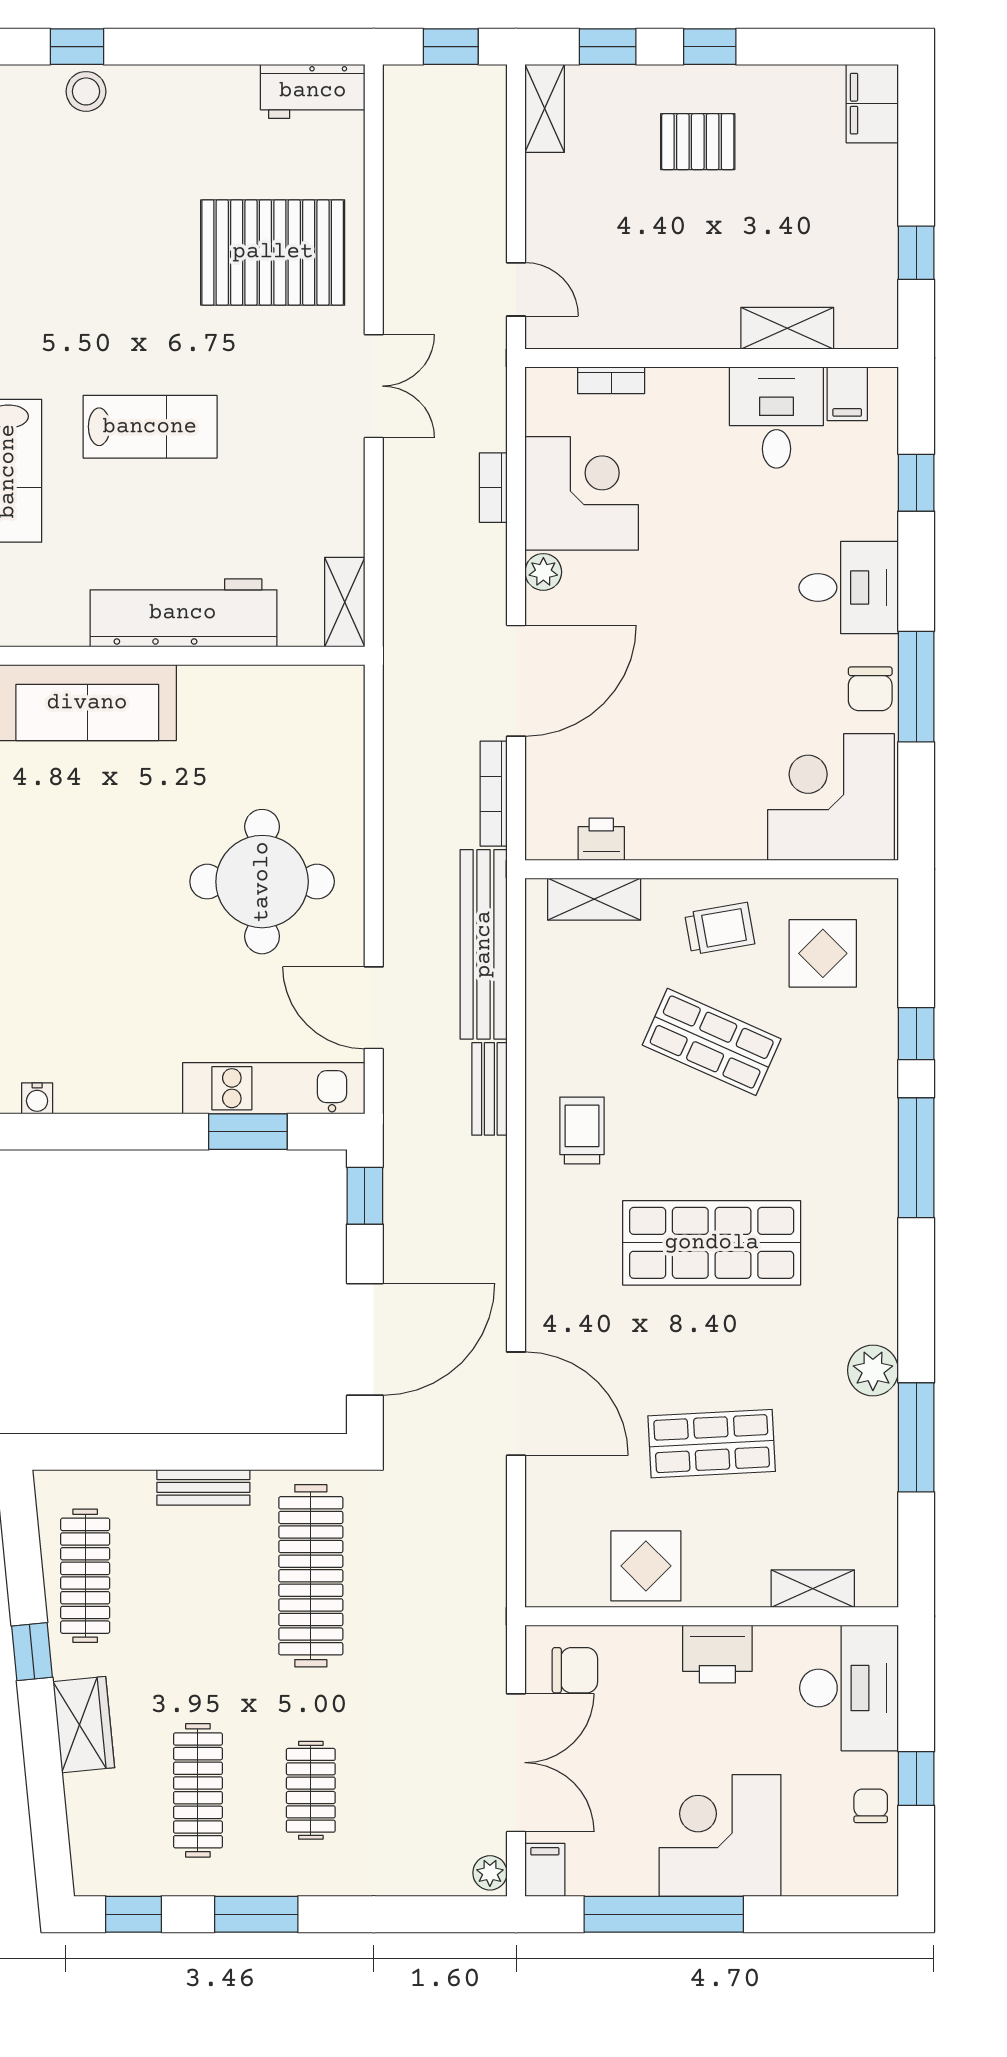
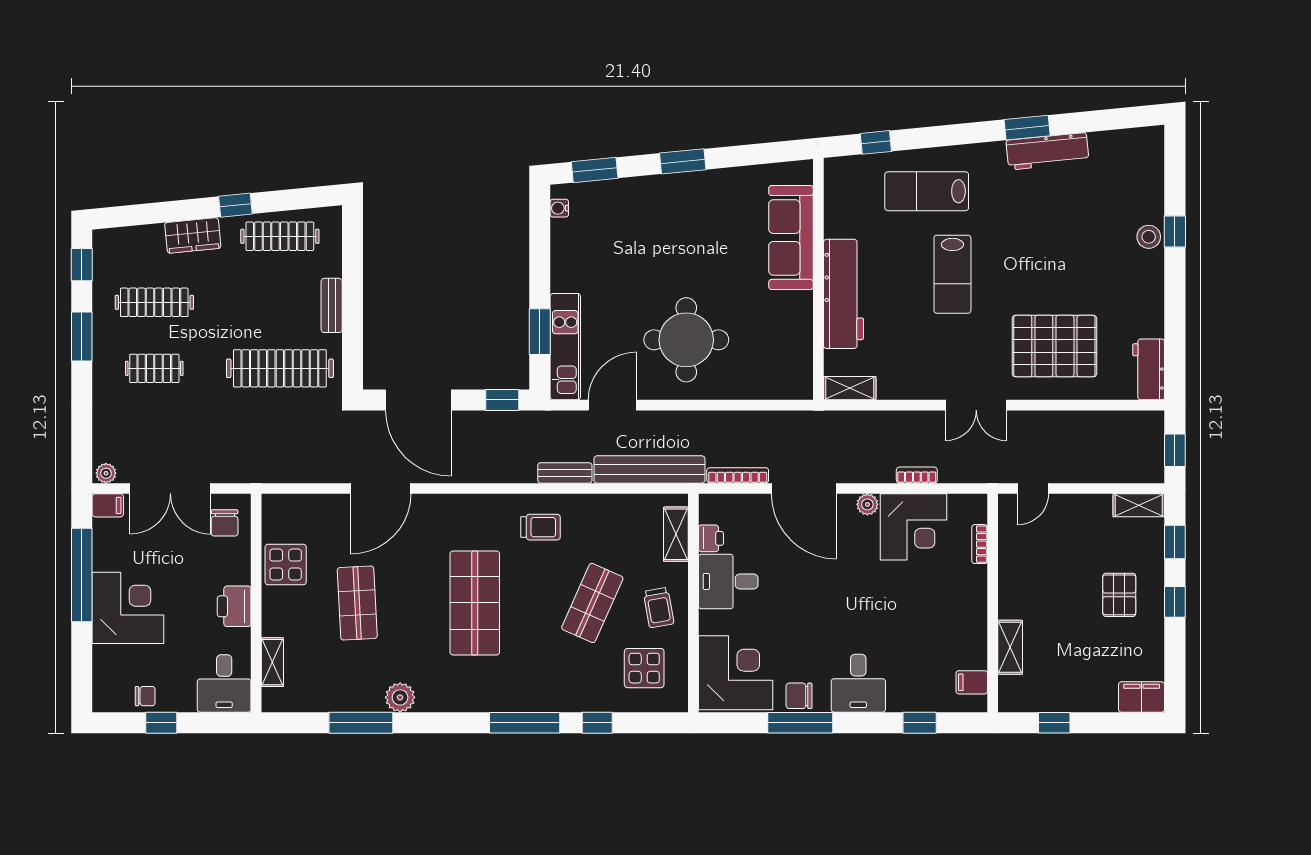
pallet: (273, 252) -> (1054, 346), turned 90
desk: (776, 417) -> (728, 581), moved, turned 180
desk: (849, 1688) -> (224, 683), width x0.73

